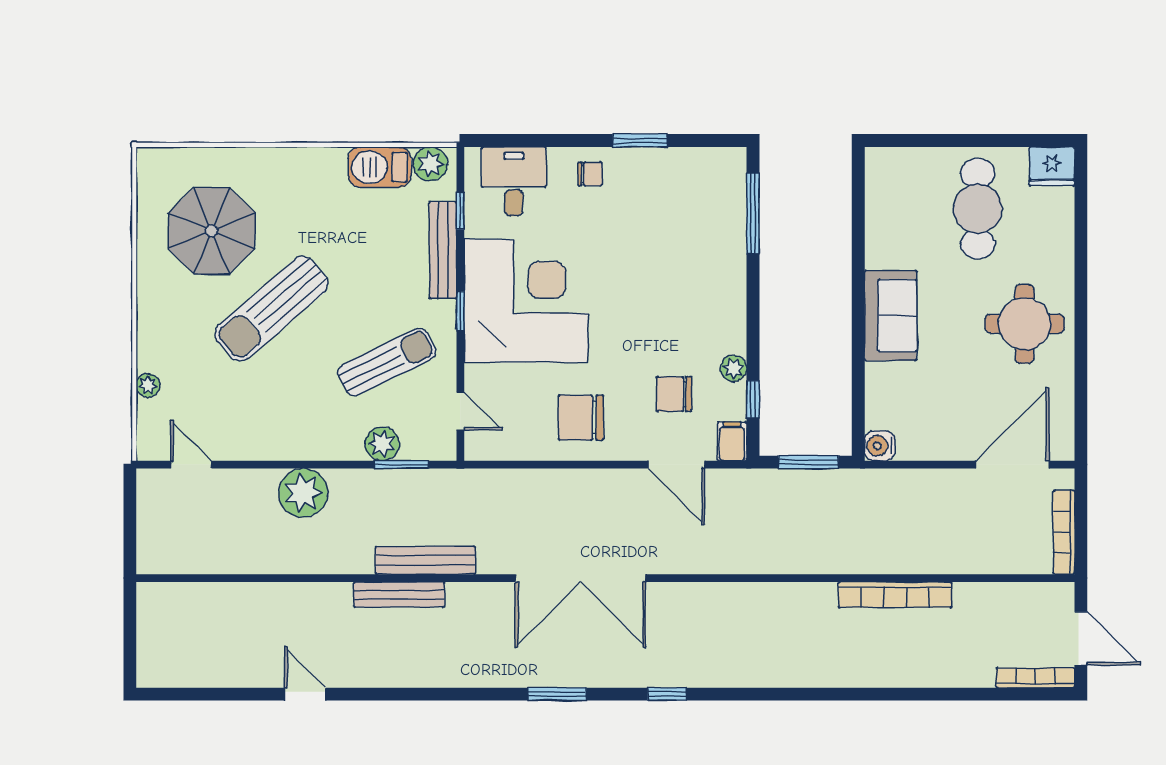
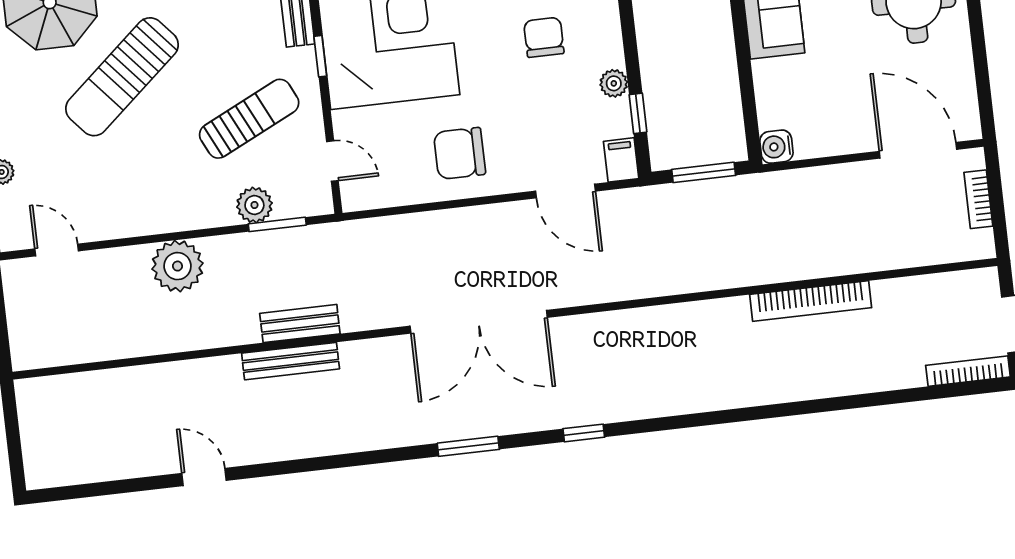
chair: (674, 394) -> (544, 37), moved, turned 90
door: (1012, 465) -> (918, 150), hinge flipped
bookcase: (1064, 532) -> (978, 199), width x0.64
bench: (425, 560) -> (300, 324), width x0.73

